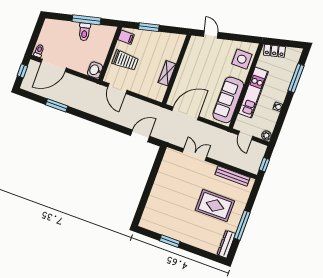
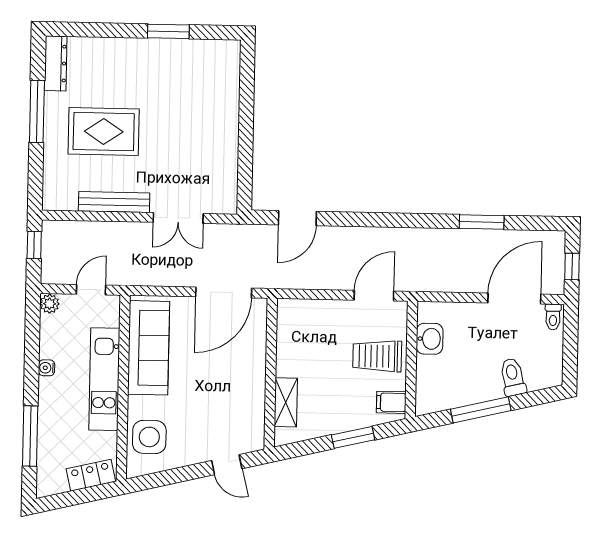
toilet: (84, 32) -> (513, 377), moved
washbasin: (95, 70) -> (430, 339), moved
shelving: (167, 73) -> (286, 402), moved
door: (117, 89) -> (374, 296), hinge flipped
door: (245, 135) -> (91, 290), hinge flipped
bench: (232, 176) -> (114, 202), moved

